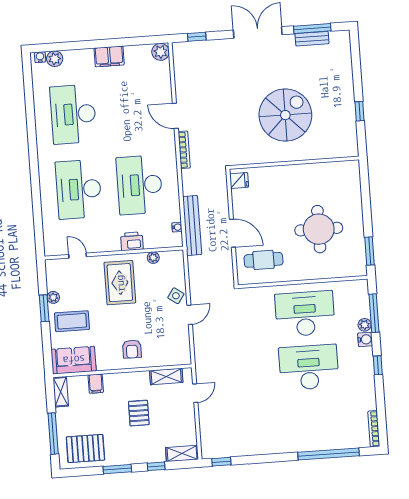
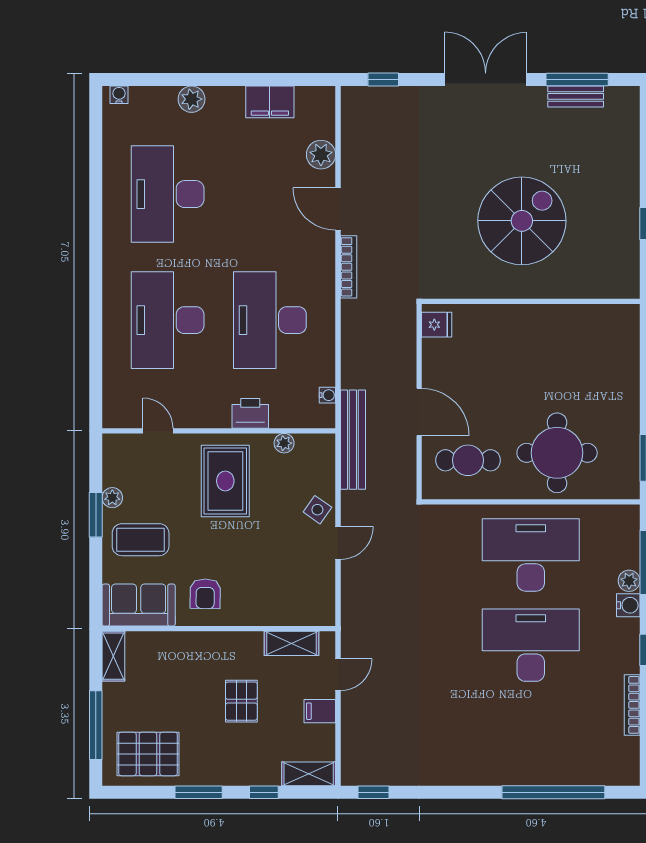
plant: (161, 52) -> (321, 155), moved
filing cabinet: (109, 56) -> (270, 102), moved
plant: (55, 59) -> (192, 99), moved
bench: (192, 225) -> (353, 440), moved
round table: (319, 229) -> (557, 453), moved
armchair: (132, 349) -> (205, 594), moved
filing cabinet: (96, 384) -> (320, 711), moved, turned 90
bookcase: (374, 429) -> (632, 705), moved

